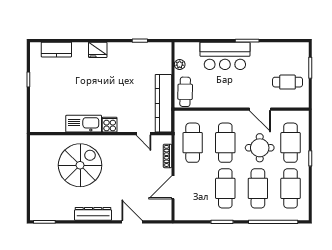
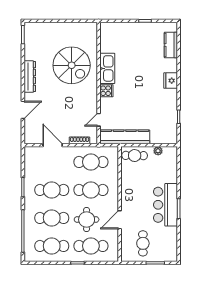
bar counter: (225, 56) -> (165, 205), moved

